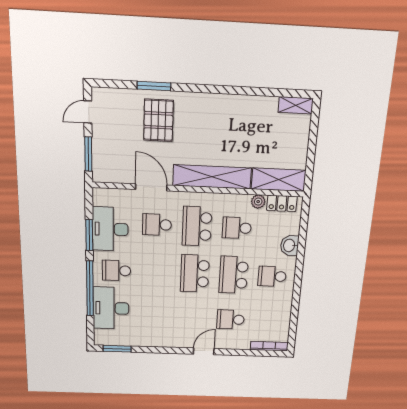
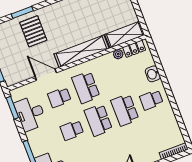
school desk: (237, 228) -> (112, 77), removed
window: (89, 235) -> (12, 108), moved
school desk: (116, 271) -> (72, 130), moved
school desk: (231, 319) -> (137, 143), removed

